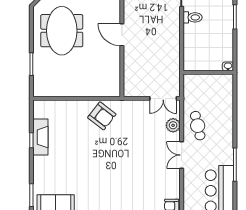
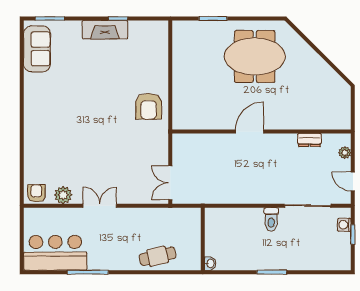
armchair: (102, 116) -> (149, 106), turned -38
plant: (173, 125) -> (63, 195), moved
cafe table: (198, 126) -> (158, 256), moved
fireplace: (40, 137) -> (105, 30), moved

